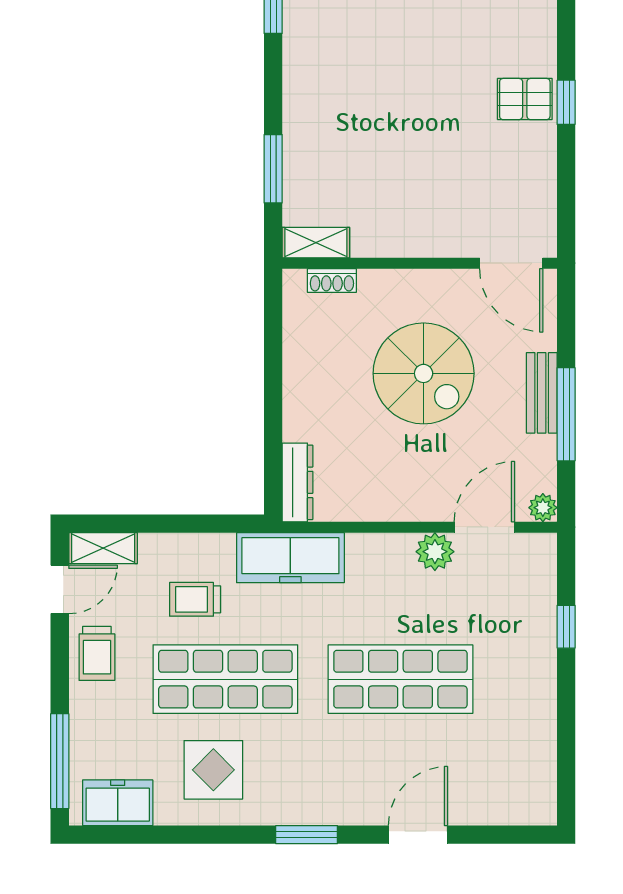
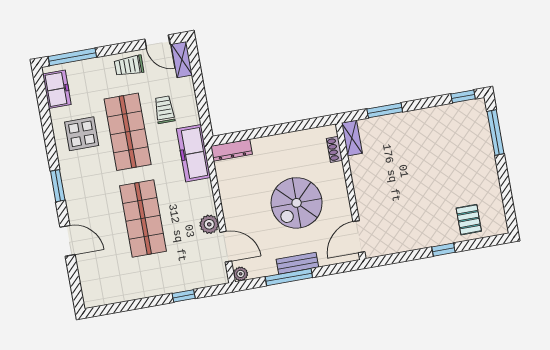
pallet: (525, 99) -> (469, 220), moved

